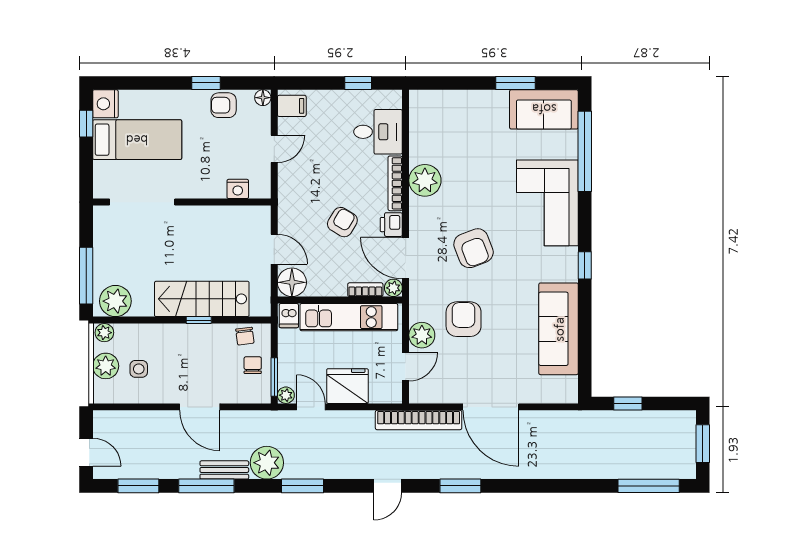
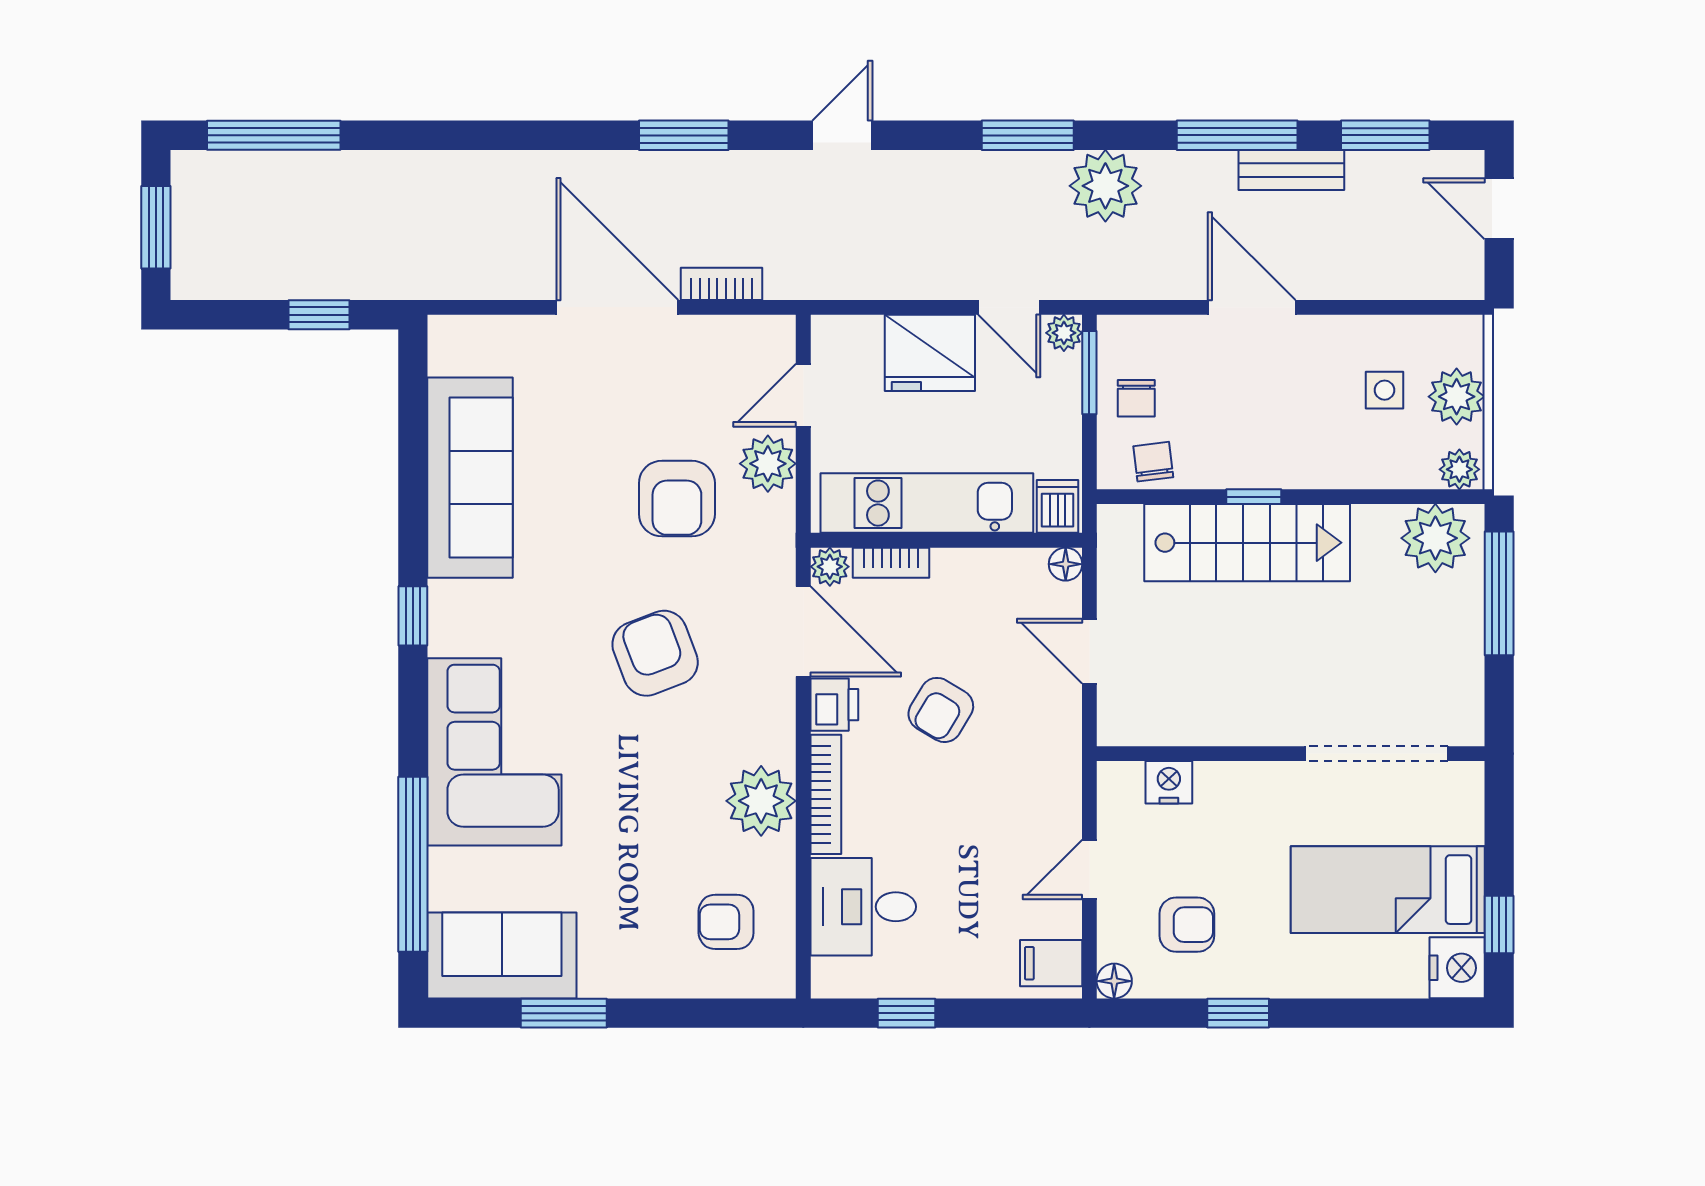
armchair: (224, 105) -> (1187, 925), moved
armchair: (441, 125) -> (726, 922), added
floor lamp: (292, 282) -> (1066, 564), width x0.53, depth x0.53
bookcase: (419, 420) -> (722, 284), width x0.43, depth x0.76
bench: (224, 470) -> (1291, 170), moved

